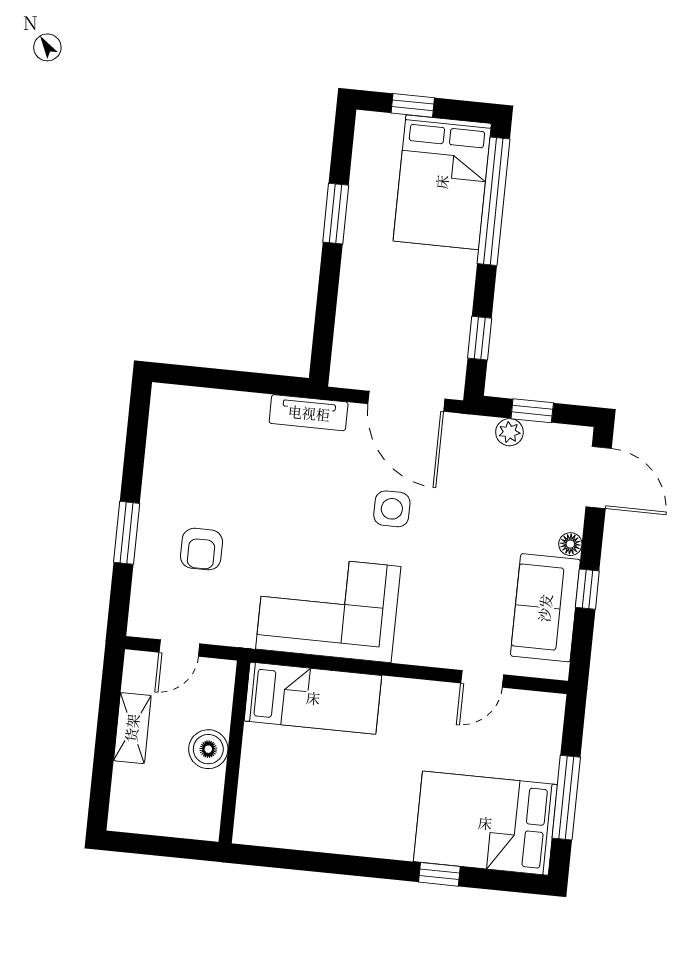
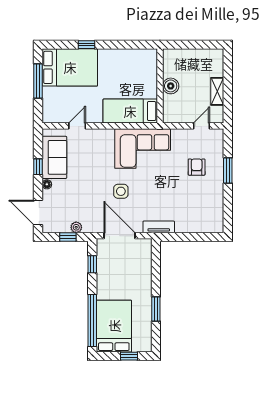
bed: (313, 698) -> (130, 111), moved
boiler: (208, 749) -> (171, 86), moved
wall: (234, 752) -> (160, 86), moved

